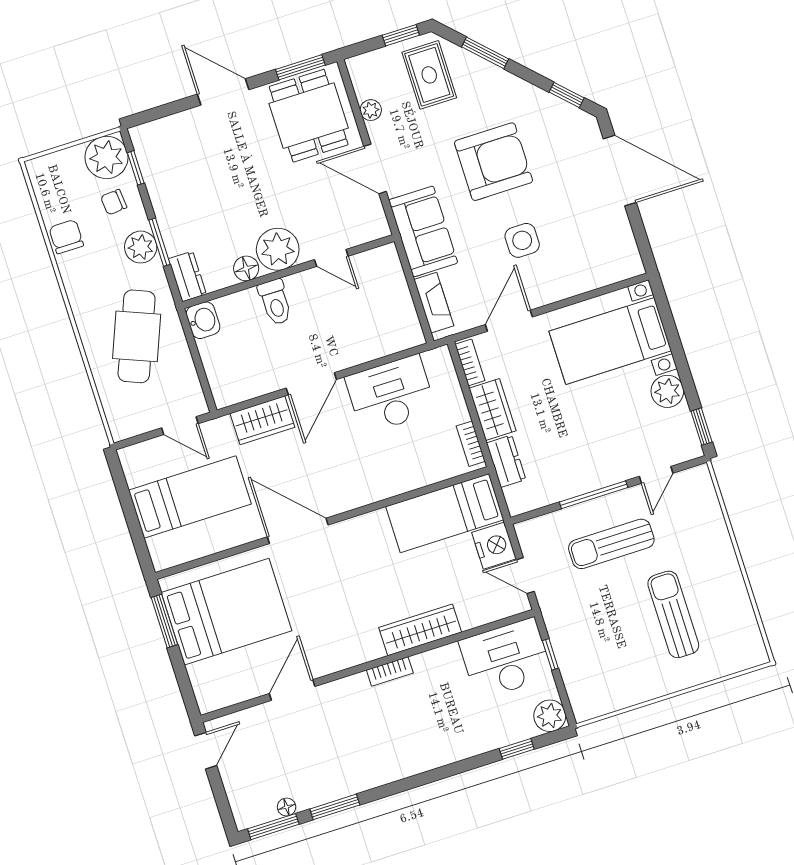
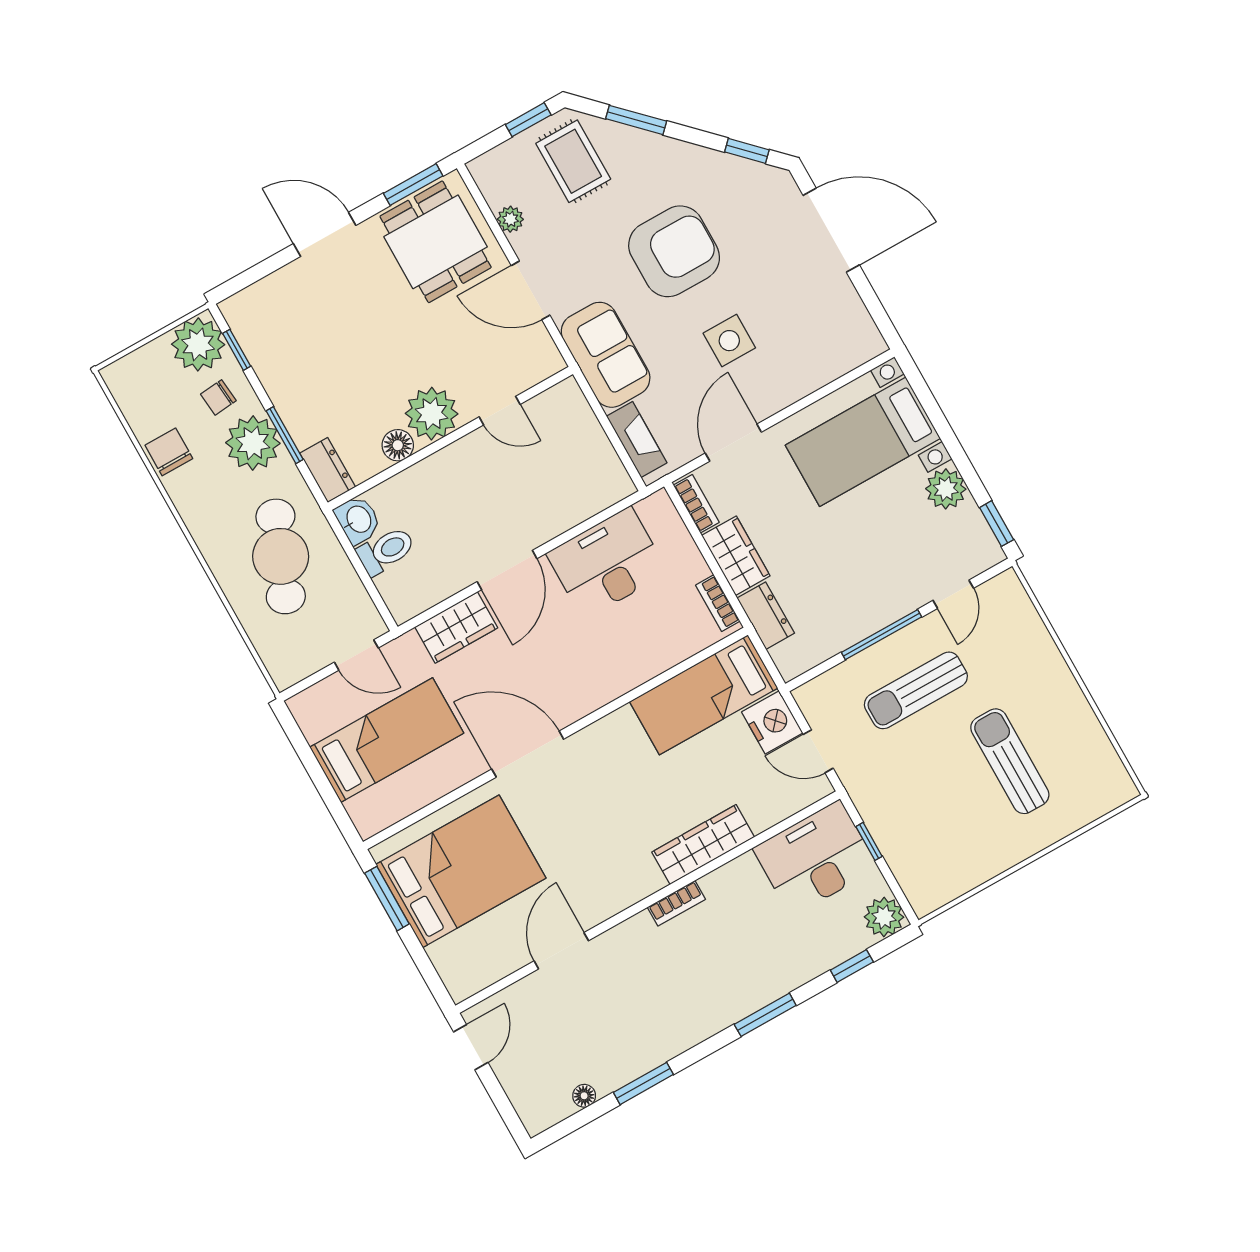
plant: (141, 247) -> (253, 443), width x1.36, depth x1.36
toilet: (275, 302) -> (386, 551), moved, turned -90
window: (273, 827) -> (765, 1015), moved

